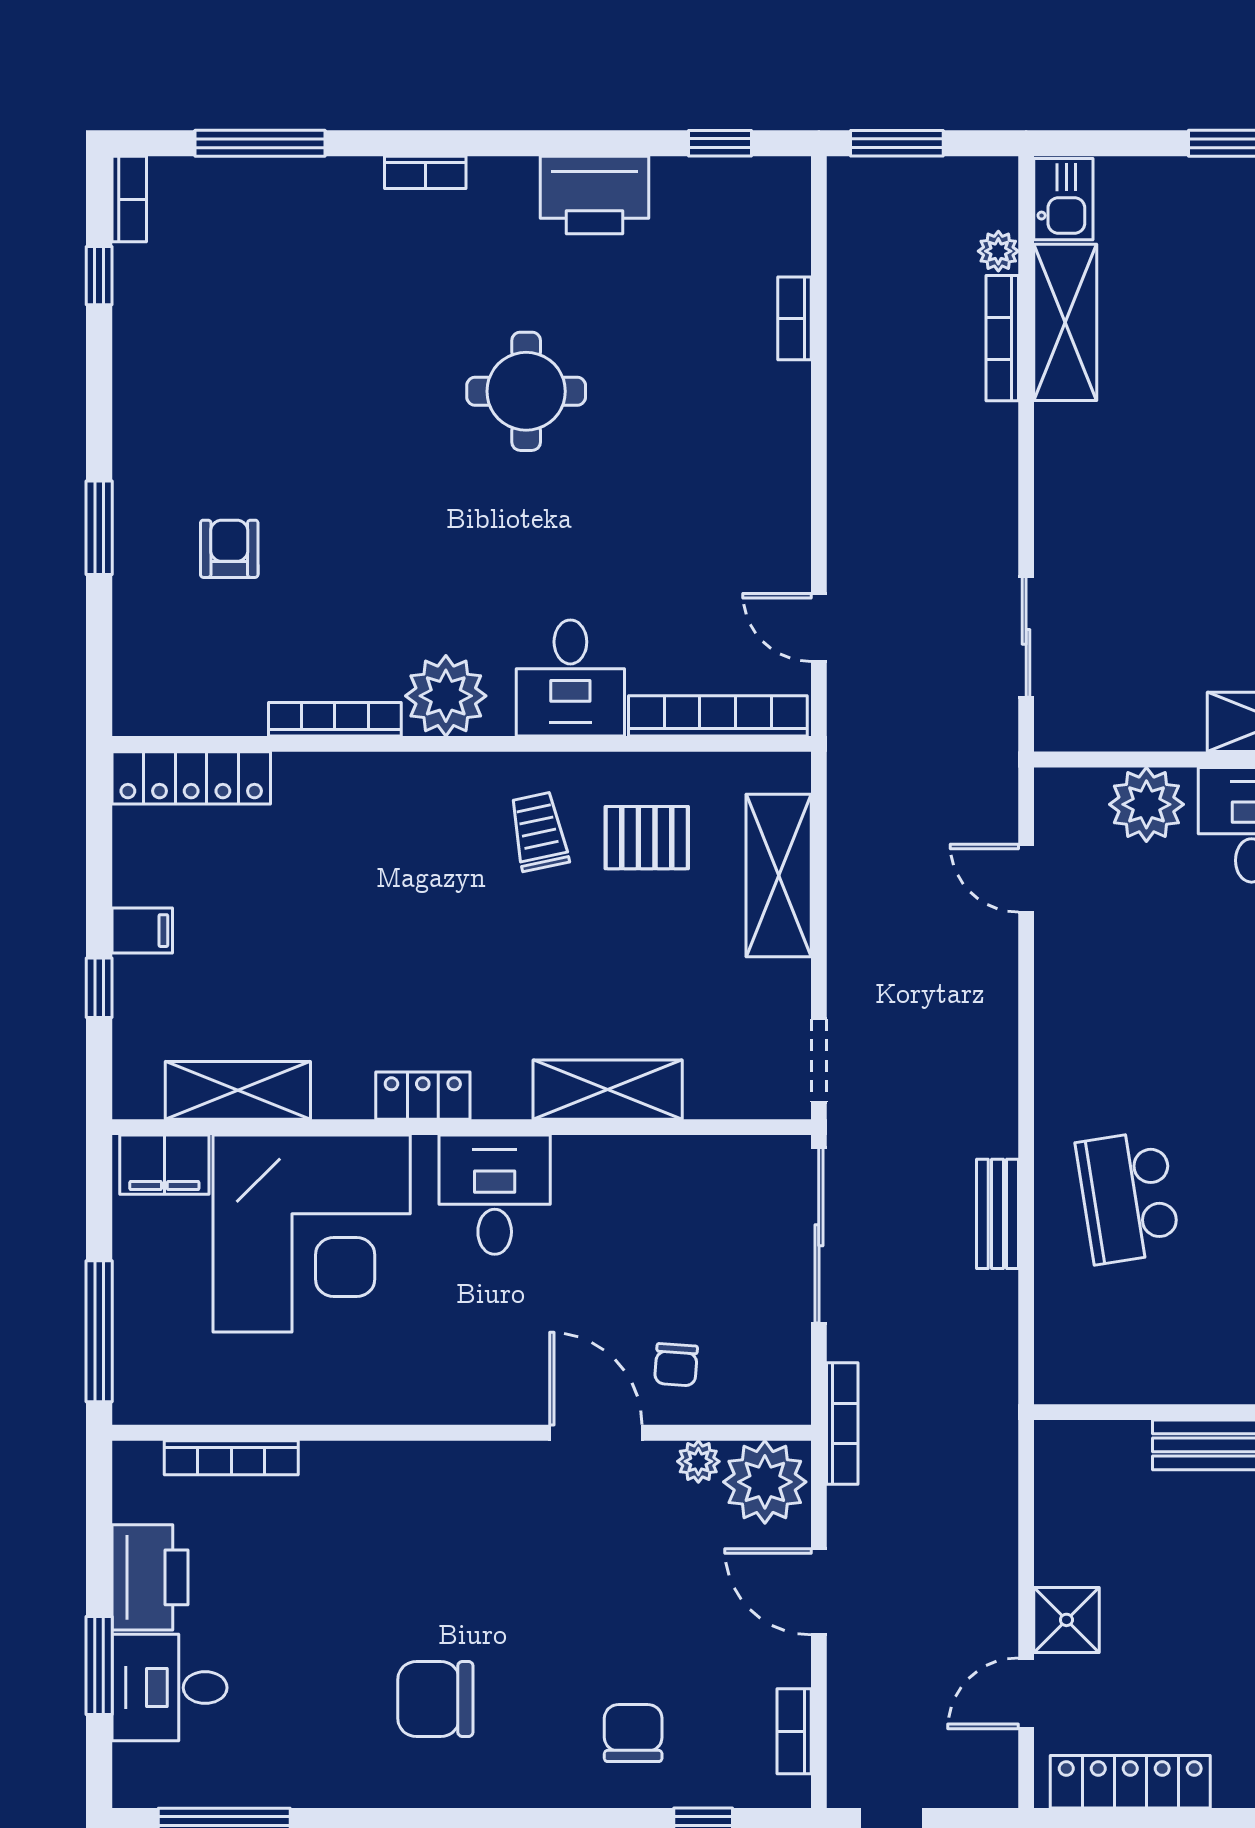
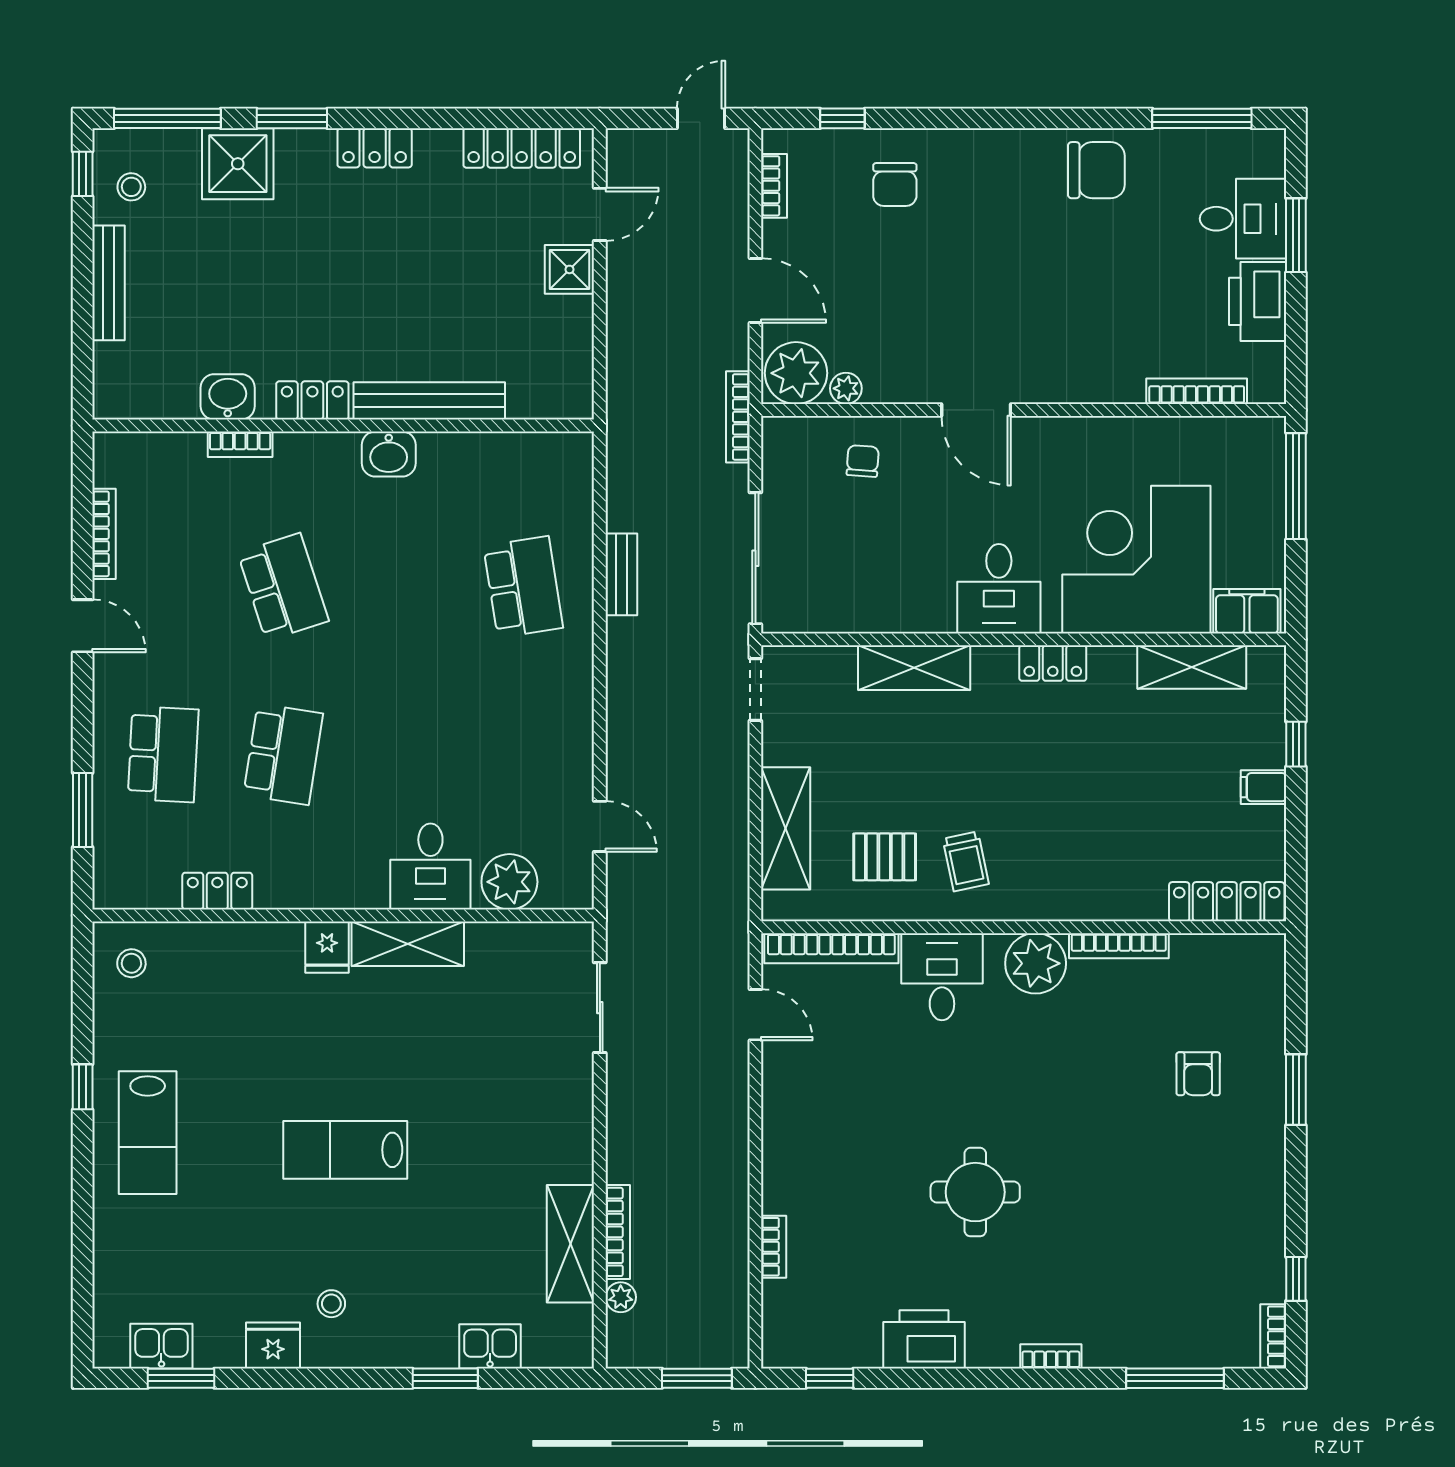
kitchen sink: (1063, 199) -> (490, 1346), moved, turned 90
door: (596, 1433) -> (976, 410), moved
chair: (435, 1699) -> (1096, 170), moved

